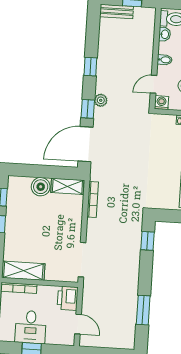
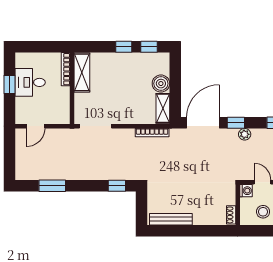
door: (86, 144) -> (203, 123), hinge flipped
printer: (68, 298) -> (59, 115), removed

